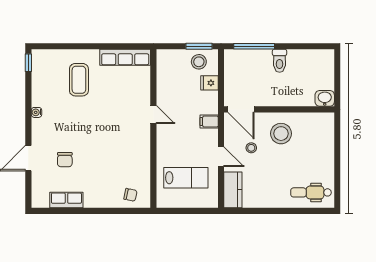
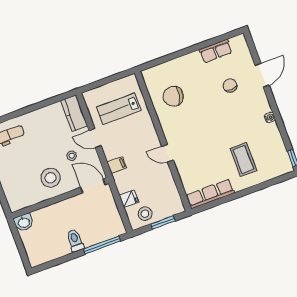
window: (199, 46) -> (163, 223), moved
chair: (130, 195) -> (173, 96), moved, width x1.87, depth x1.87

